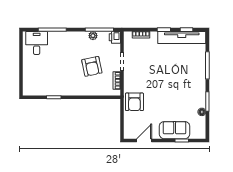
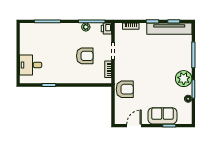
desk: (37, 43) -> (31, 65), moved, turned -90
armchair: (92, 66) -> (85, 56), turned -78
plant: (197, 91) -> (184, 79), added
armchair: (134, 102) -> (125, 89), turned -90

